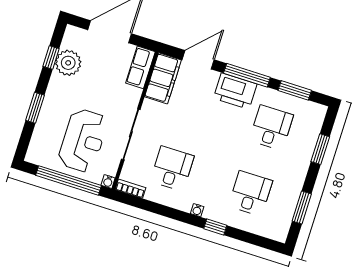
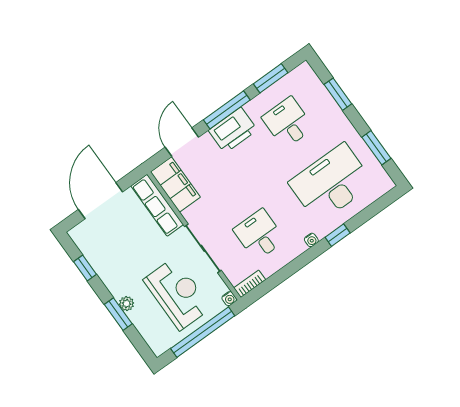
plant: (68, 63) -> (127, 304), moved, width x0.53, depth x0.53
row of seats: (140, 67) -> (157, 205), width x1.48
desk: (250, 193) -> (331, 183), width x1.87, depth x1.30

